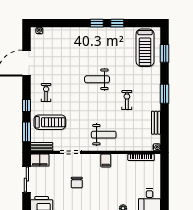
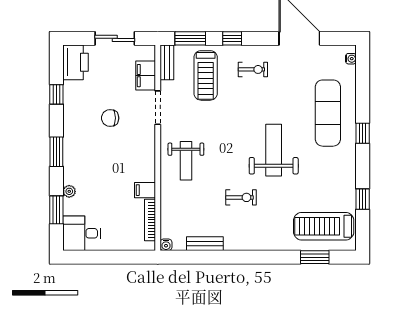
window: (97, 23) -> (363, 133), moved
window: (117, 23) -> (363, 199), moved
exercise mat: (74, 45) -> (328, 113), added
weight bench: (97, 79) -> (274, 150), width x1.36, depth x1.33
window: (164, 94) -> (251, 257), removed
filing cabinet: (40, 160) -> (146, 76), moved
filing cabinet: (106, 161) -> (145, 190), moved

